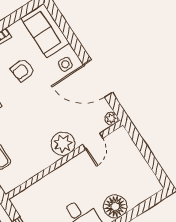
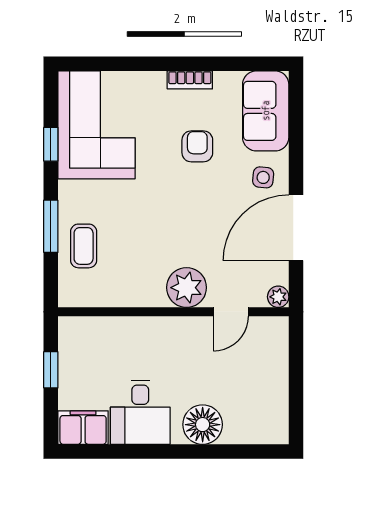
armchair: (23, 70) -> (197, 146), turned 95
door: (98, 79) -> (296, 228), hinge flipped

